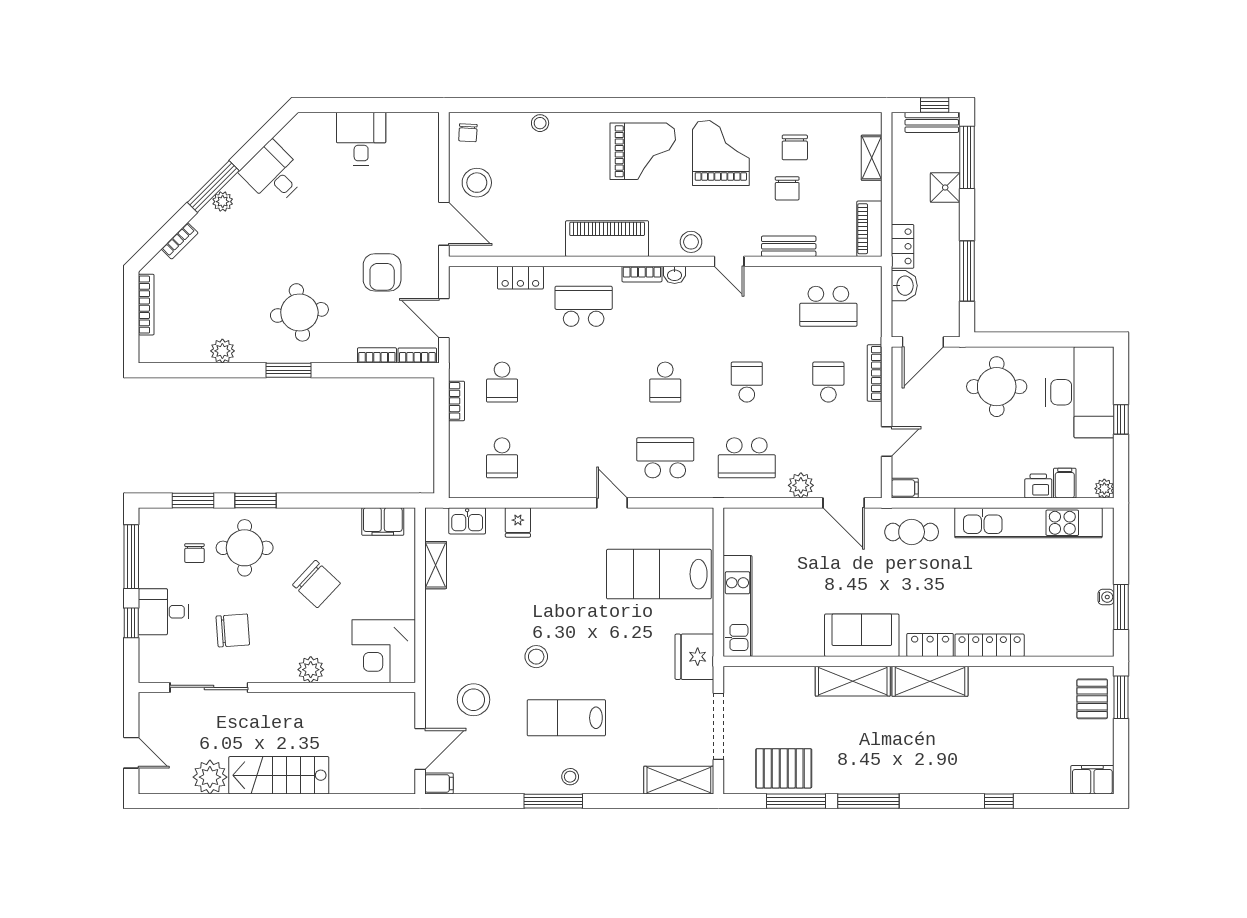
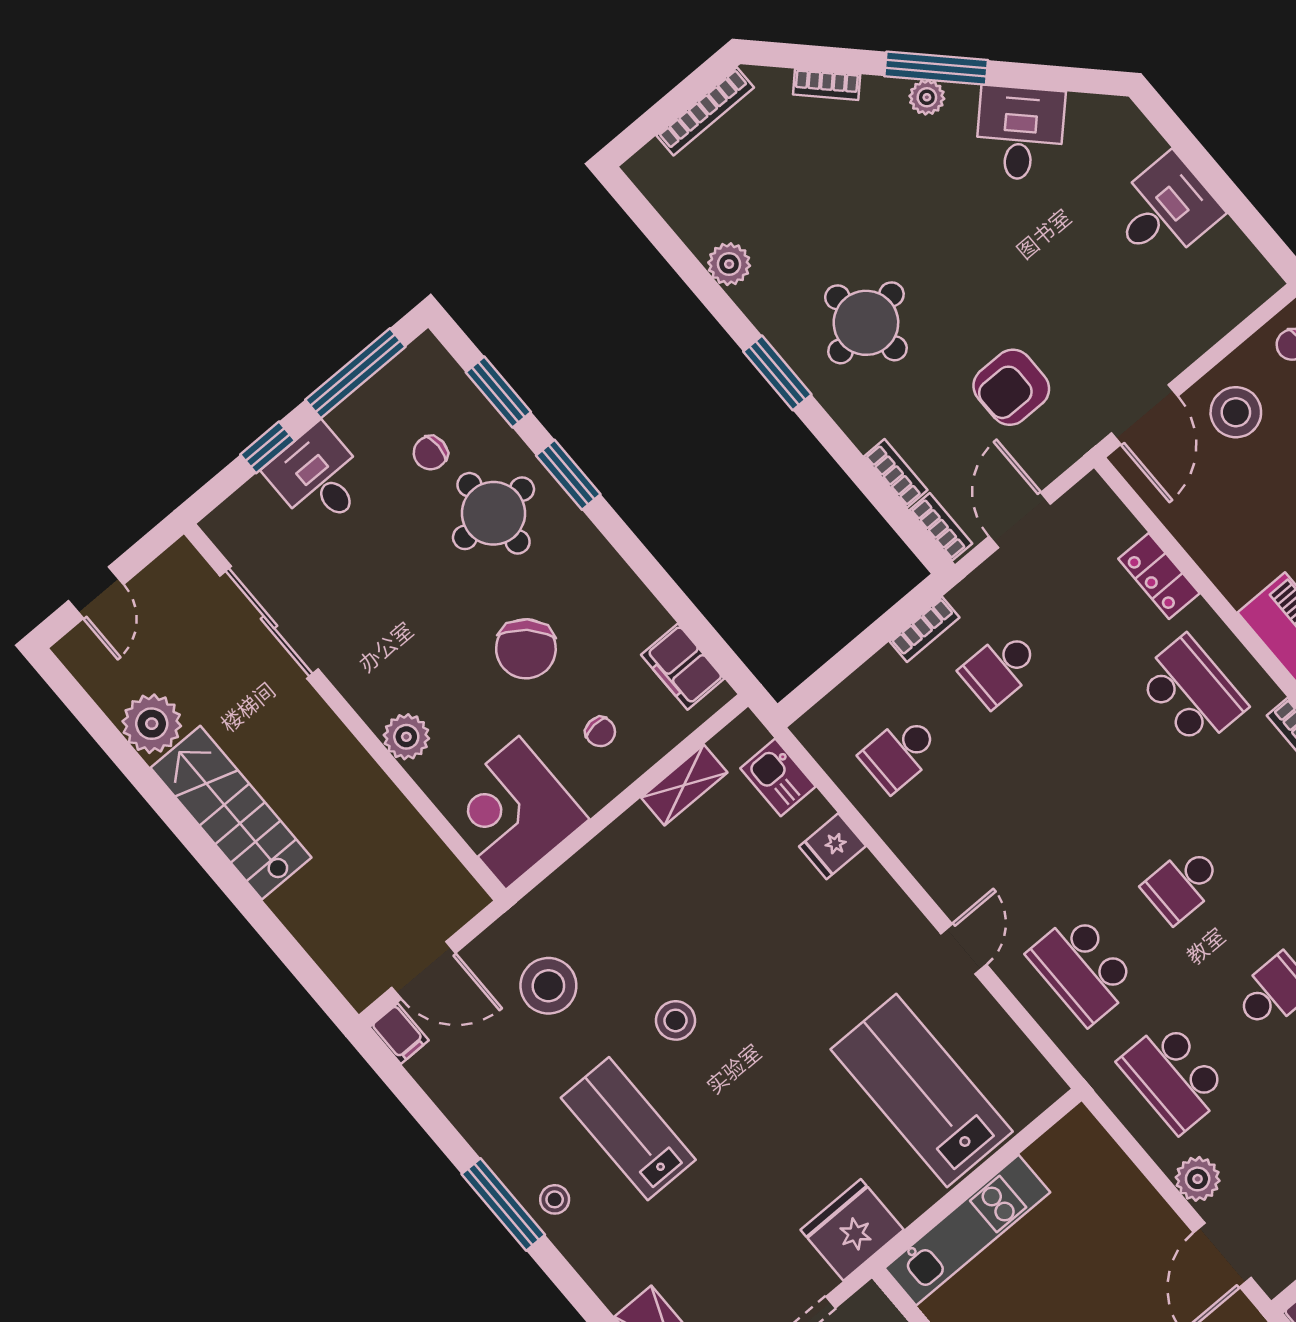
school desk: (665, 458) -> (1082, 969), turned 180
chair: (233, 630) -> (600, 732), moved, width x0.54, depth x0.54

